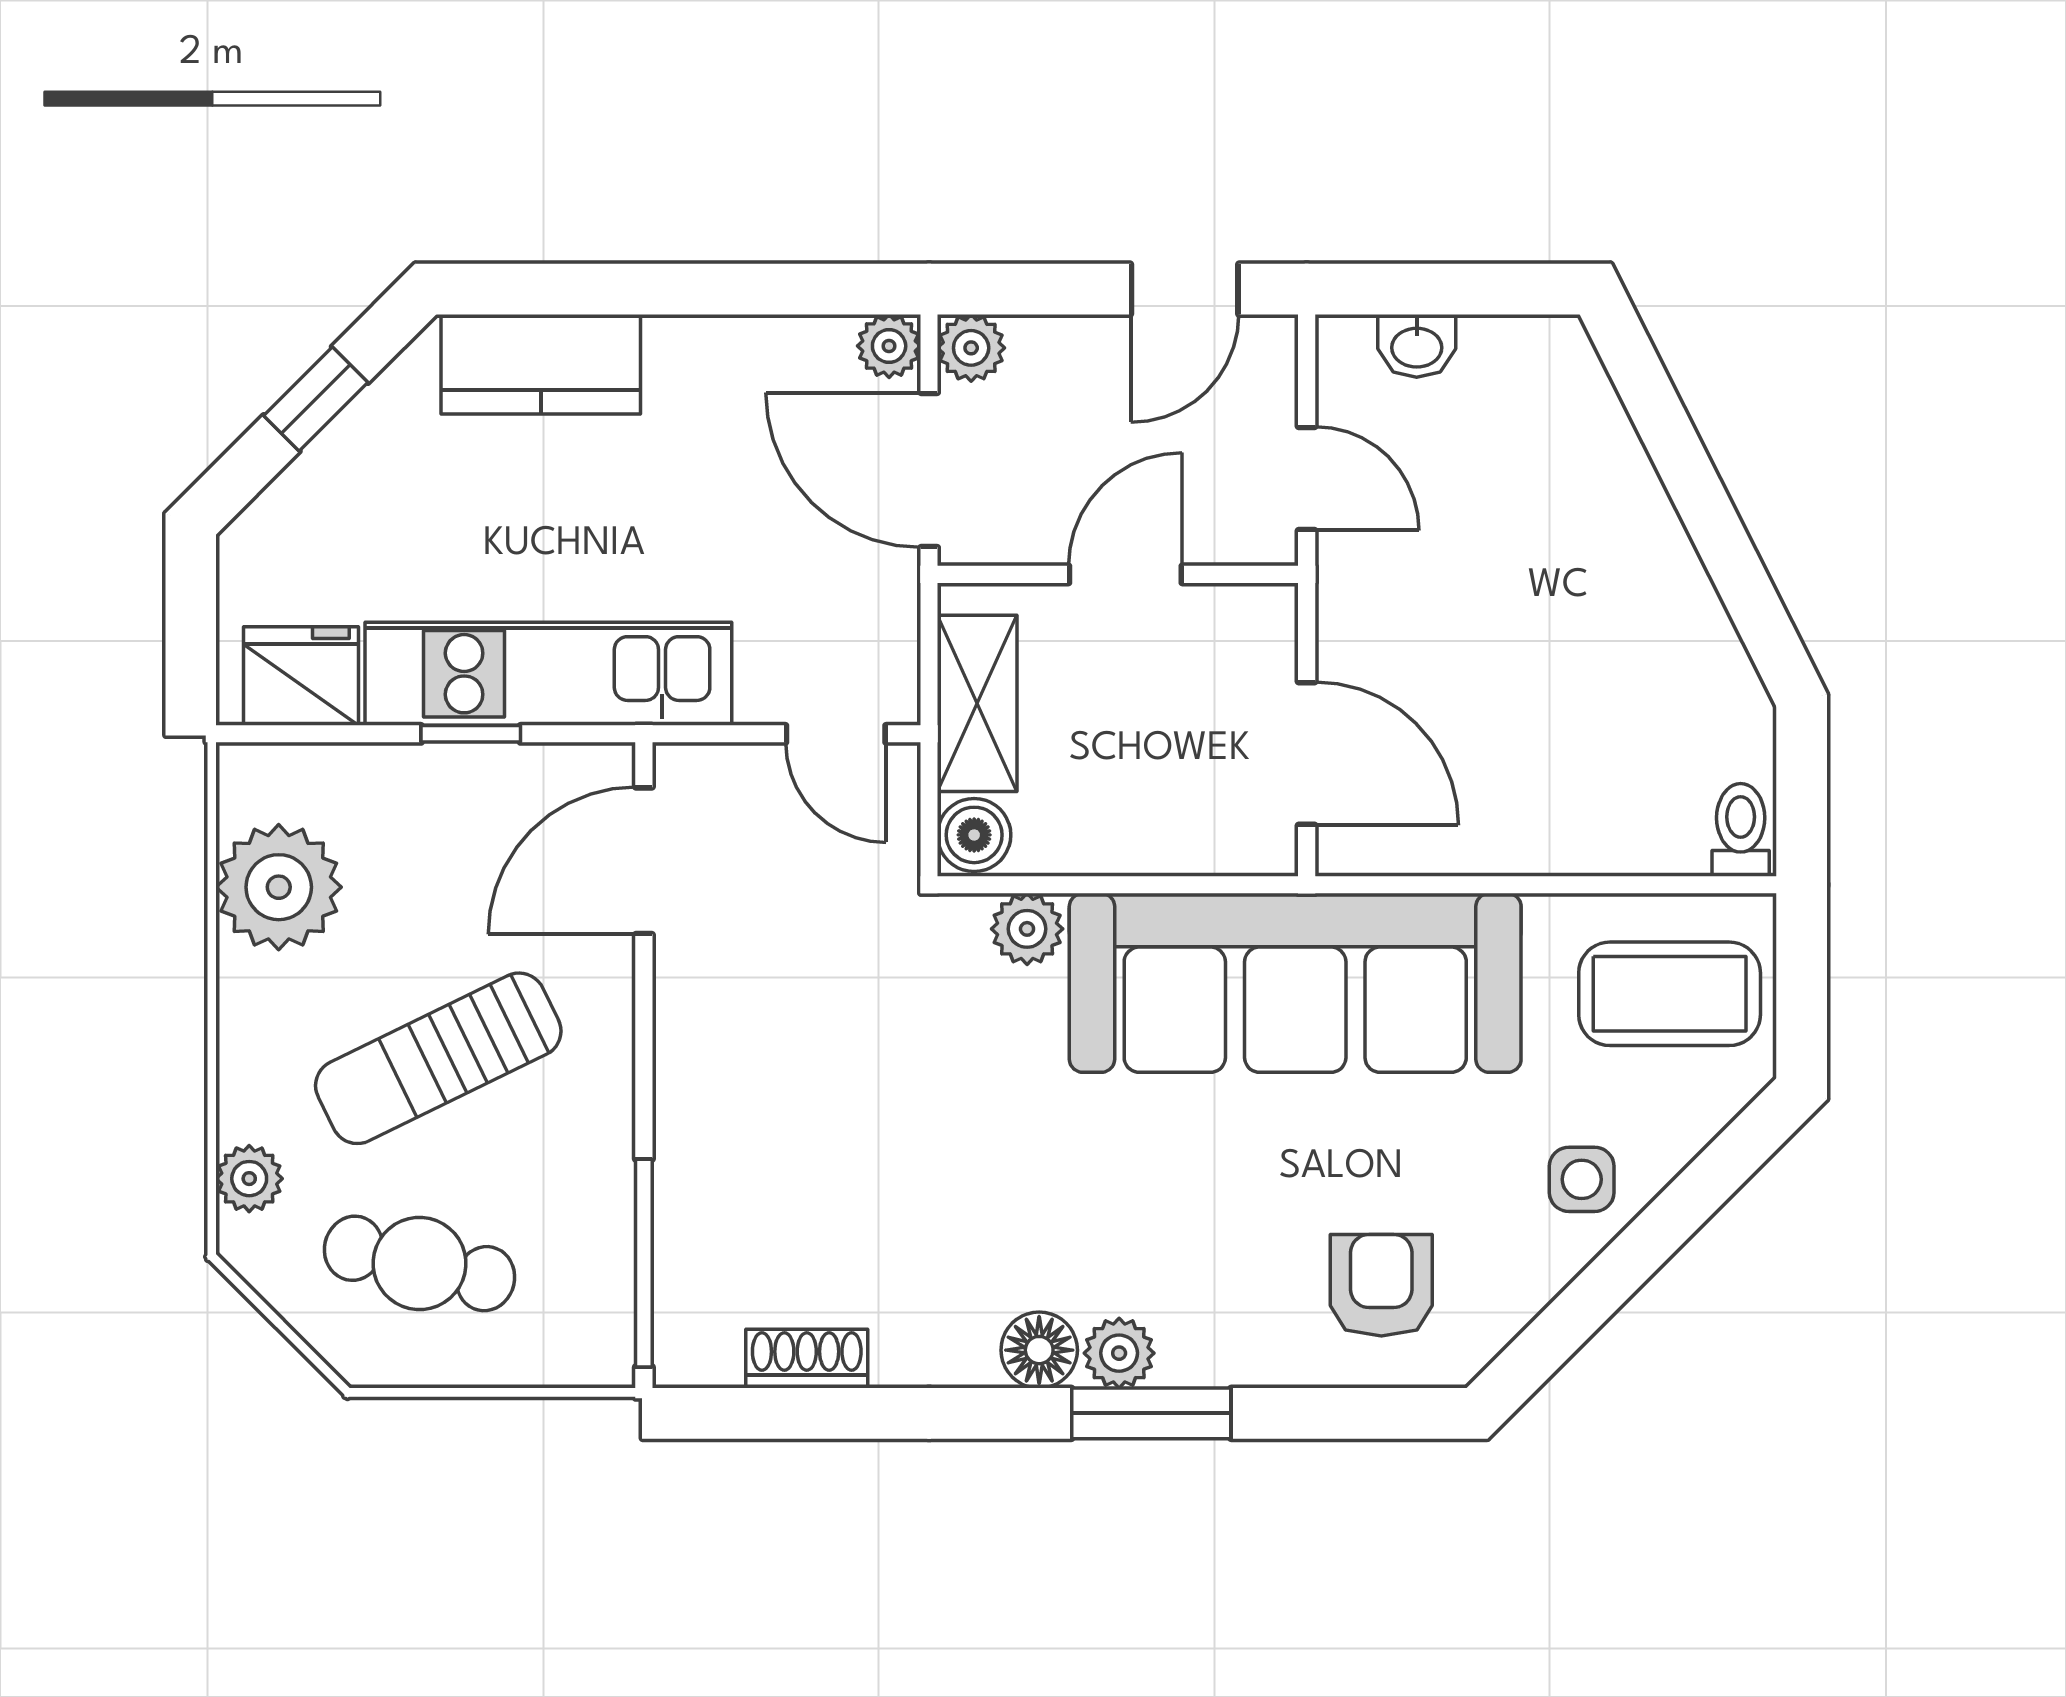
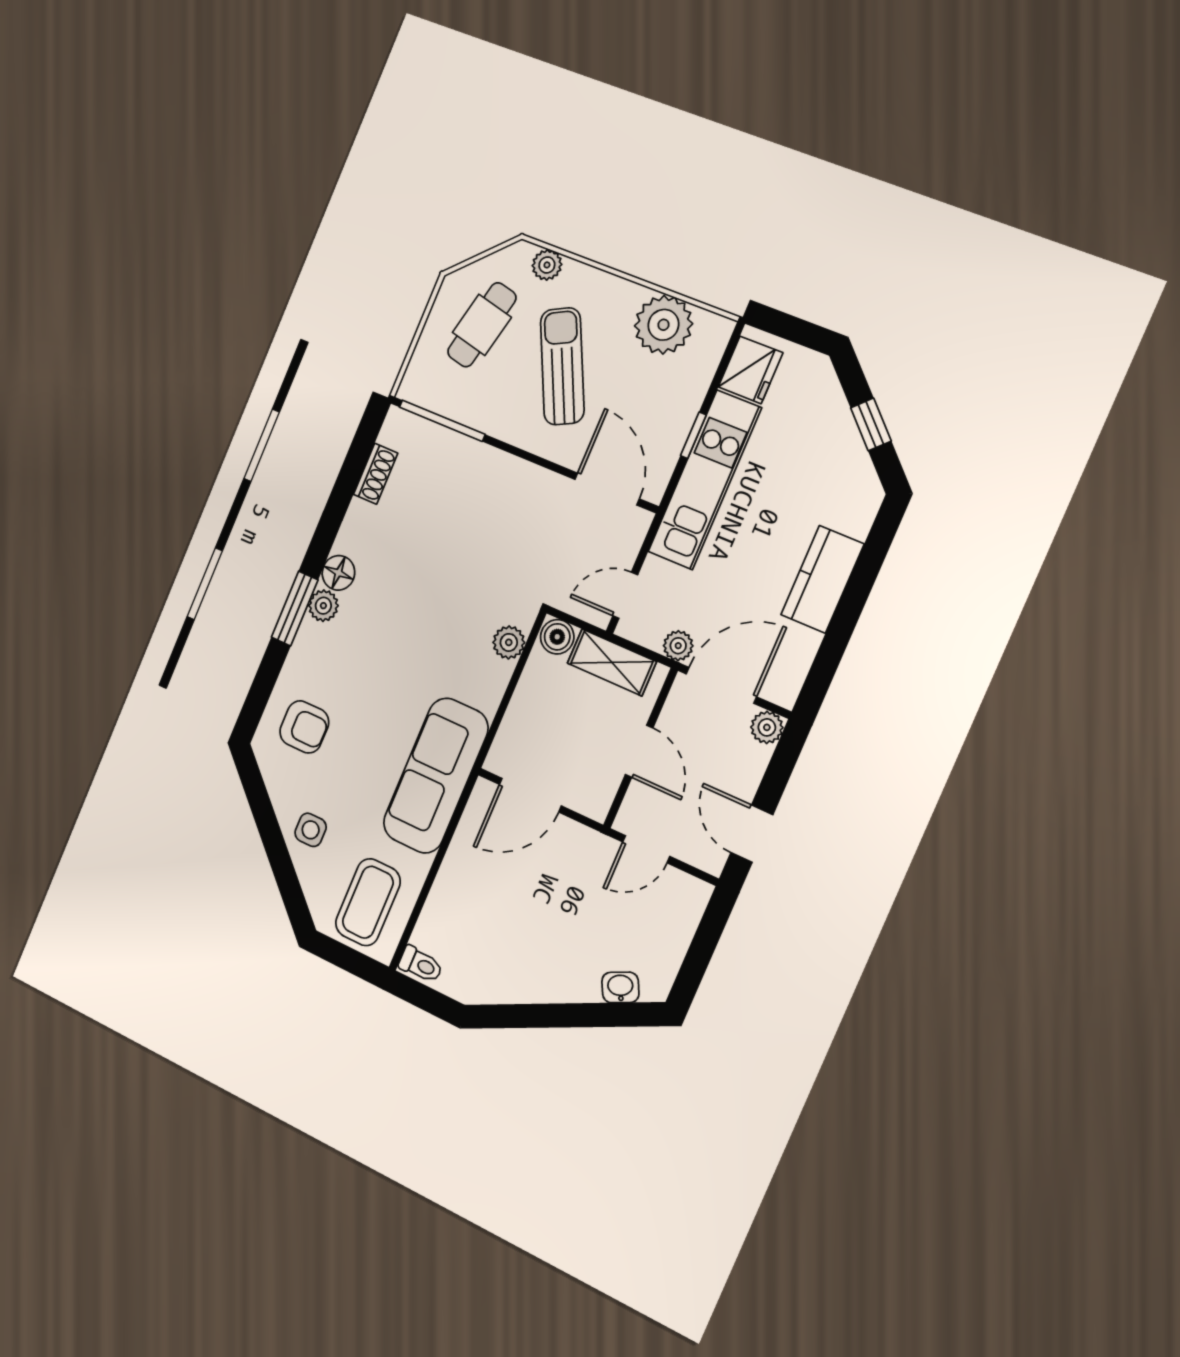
plant: (889, 346) -> (678, 646), moved
washbasin: (1417, 346) -> (620, 987), moved, turned 63
kitchen counter: (541, 364) -> (822, 579), moved
sofa: (1295, 983) -> (436, 776), width x0.74, depth x0.79

